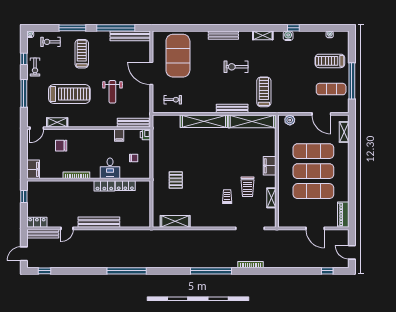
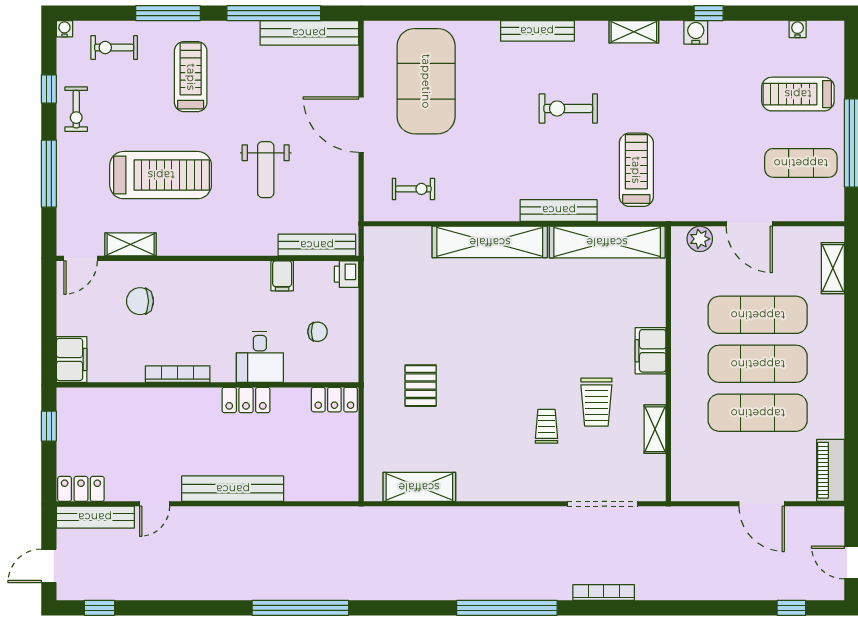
door: (321, 114) -> (749, 224), moved
locker: (125, 186) -> (334, 400), moved

